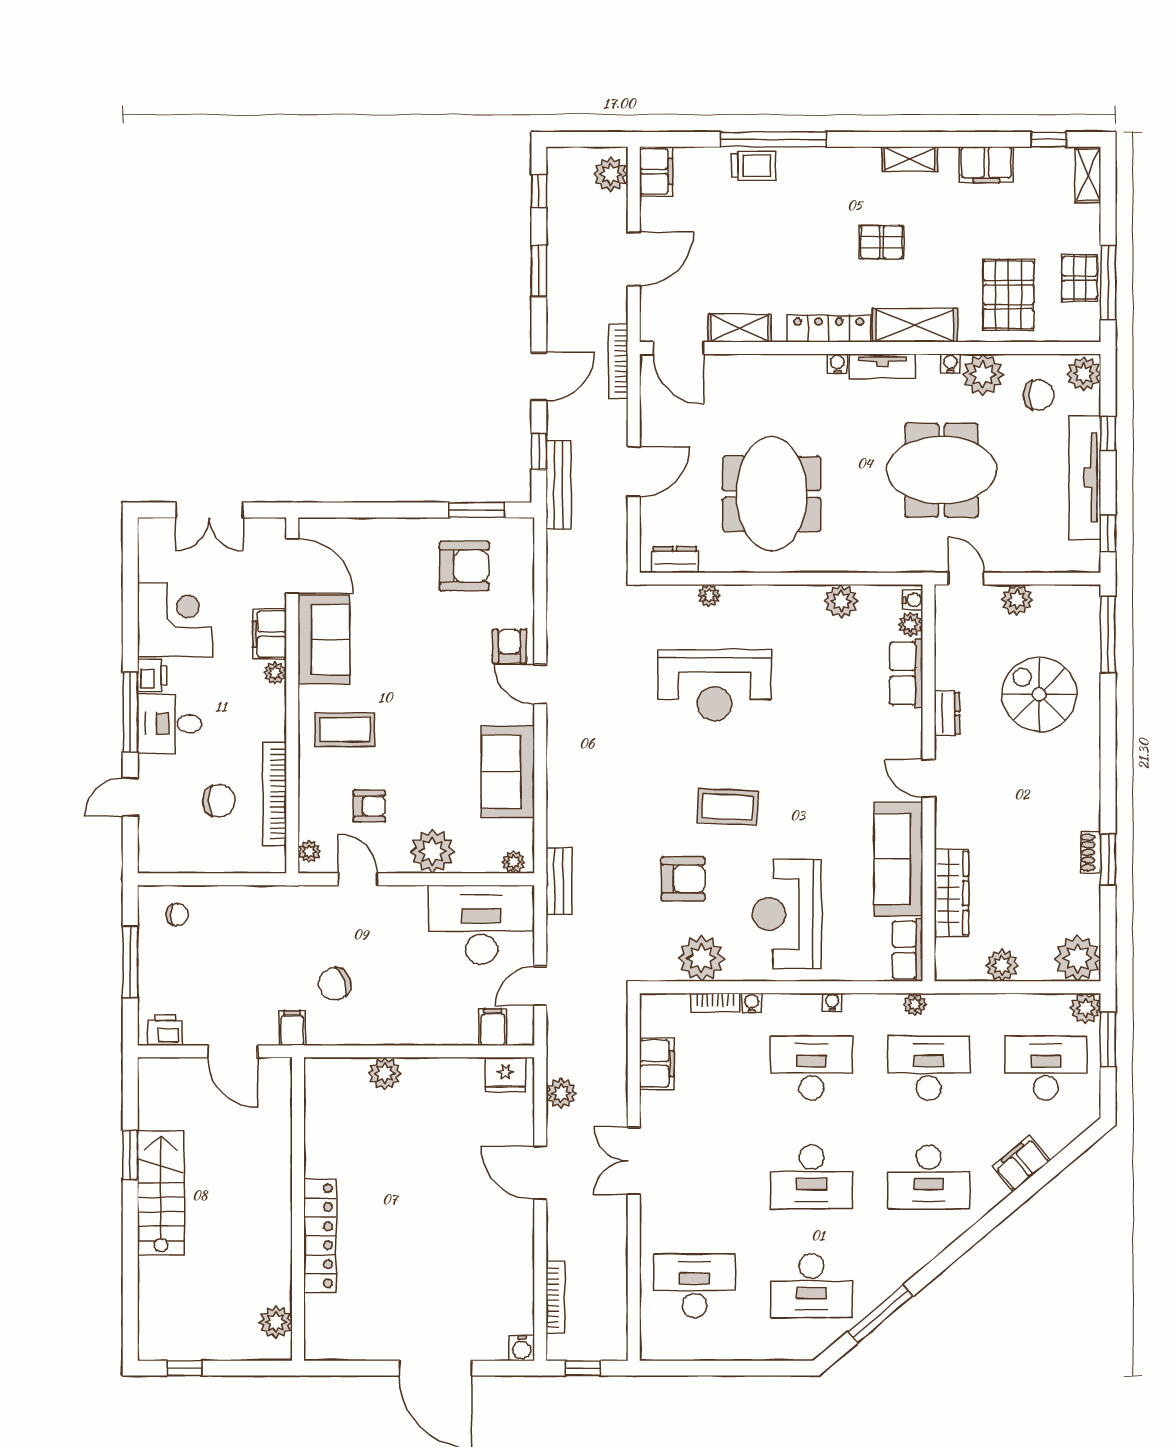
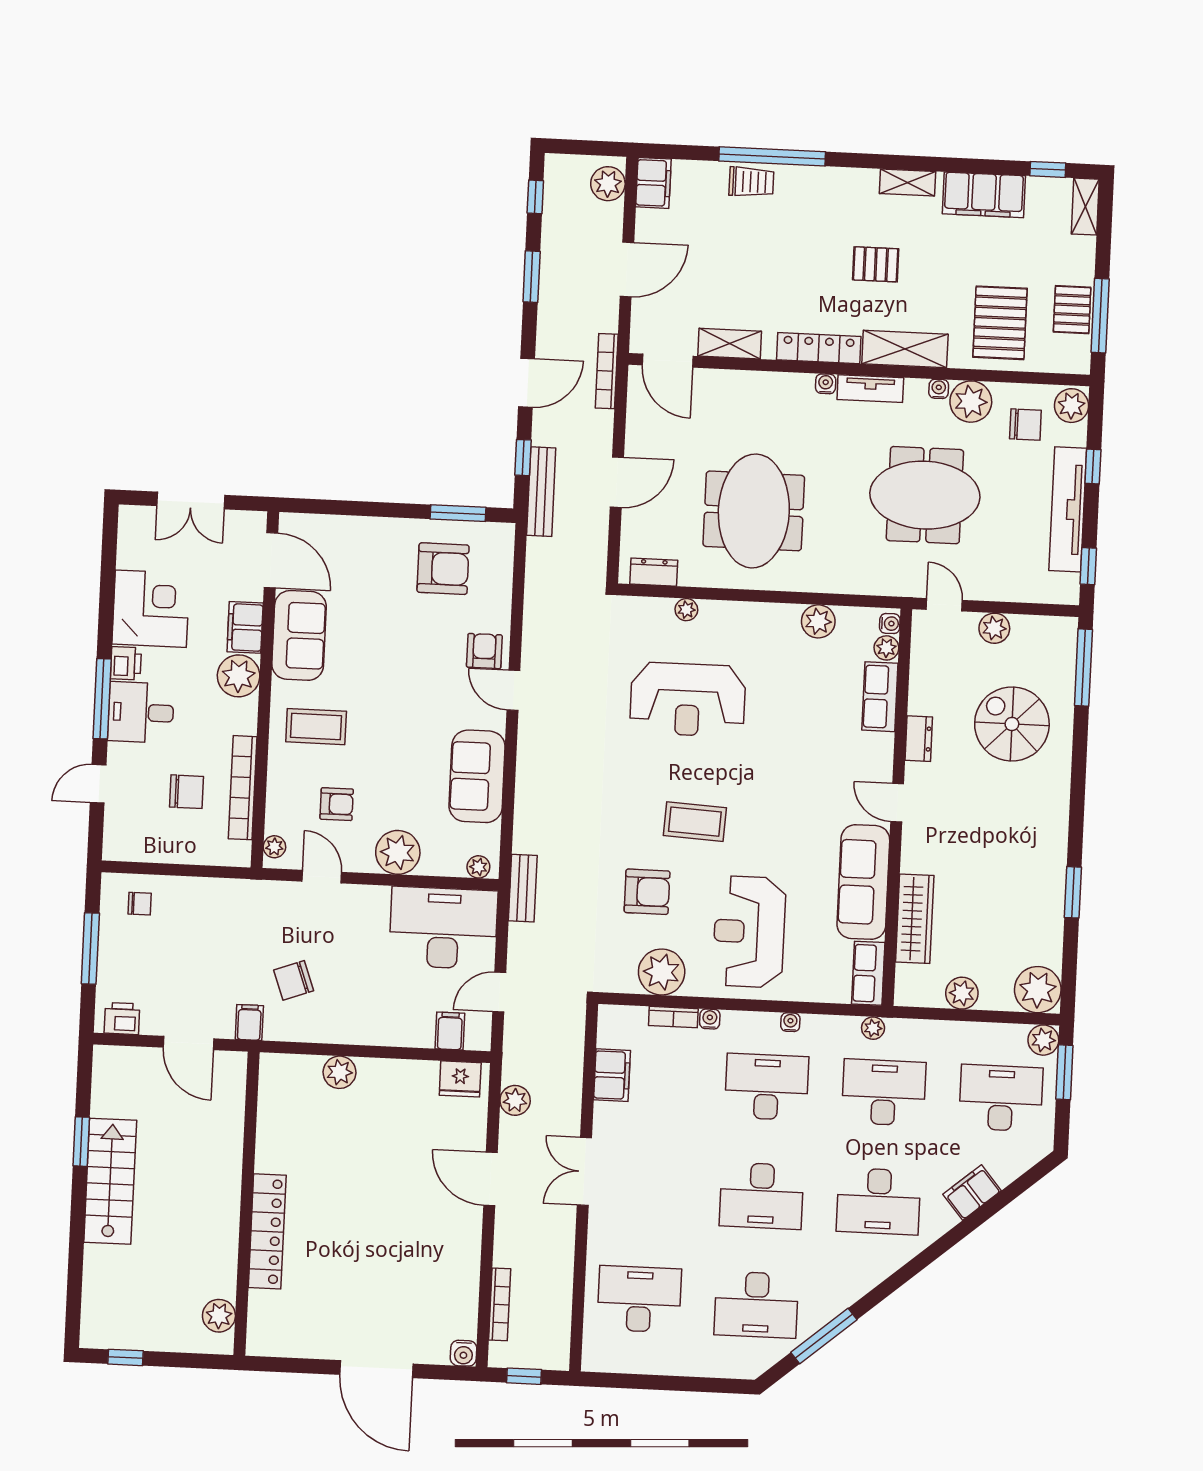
filing cabinet: (986, 165) -> (984, 195), width x1.50, depth x1.17
plant: (275, 673) -> (239, 676), width x1.88, depth x1.88
shoe rack: (1091, 852) -> (1056, 884), removed

